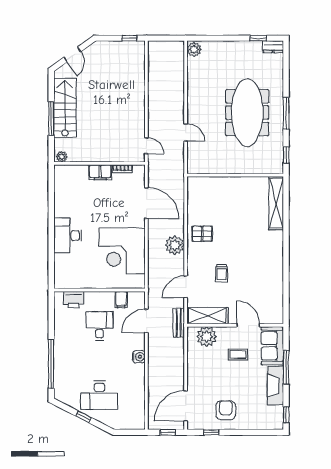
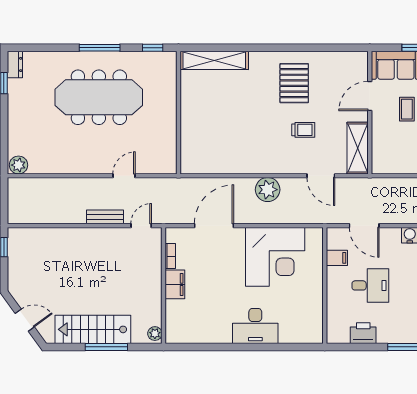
pallet: (202, 234) -> (294, 83), moved, width x1.50, depth x1.42
printer: (74, 300) -> (363, 333), moved, turned -90
bench: (179, 323) -> (105, 217), moved
desk: (99, 326) -> (370, 285), turned 180
plant: (207, 337) -> (384, 149), removed

